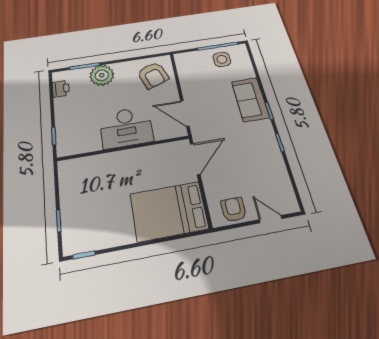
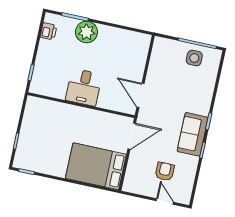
armchair: (153, 75) -> (129, 49), removed
sofa: (250, 99) -> (193, 134), moved
desk: (126, 127) -> (84, 87), width x0.73
armchair: (234, 209) -> (165, 171), moved

